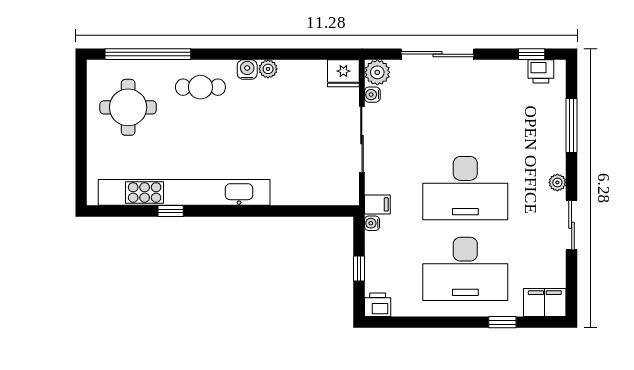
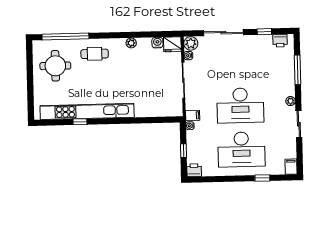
window: (532, 54) -> (264, 32), moved
water cooler: (247, 70) -> (157, 43), moved
filing cabinet: (545, 303) -> (291, 167), width x0.50

